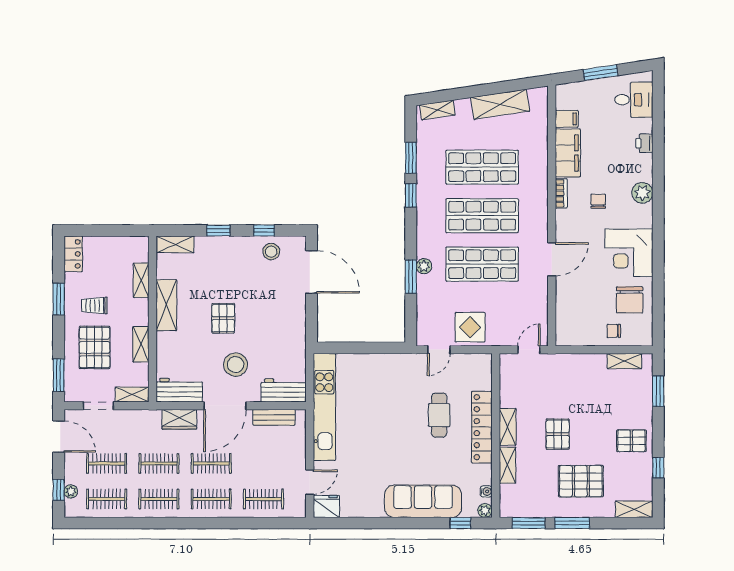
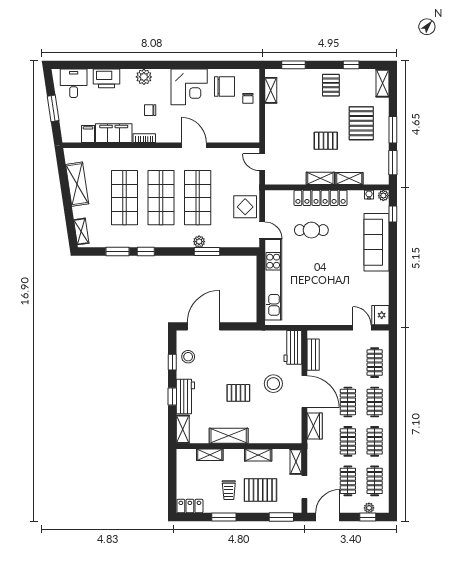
printer: (644, 143) -> (106, 78), width x1.87, depth x1.48
workbench: (179, 390) -> (185, 397), moved, turned 180
kitchen unit: (324, 407) -> (273, 280), moved, turned 90

